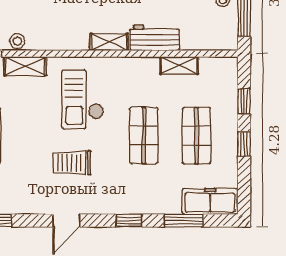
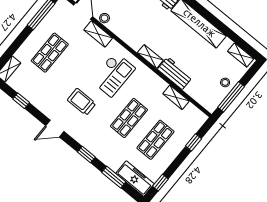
checkout: (83, 99) -> (113, 74), turned 180
window: (244, 144) -> (160, 183), moved

